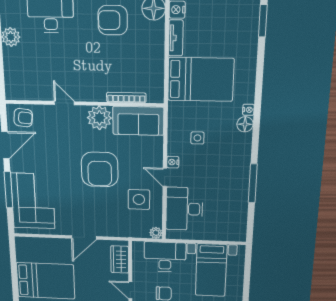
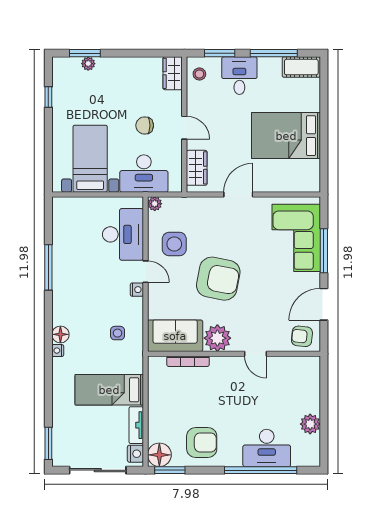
bed: (201, 79) -> (109, 390), width x0.67
side table: (197, 138) -> (118, 333), moved
armchair: (100, 169) -> (218, 279), turned 101

